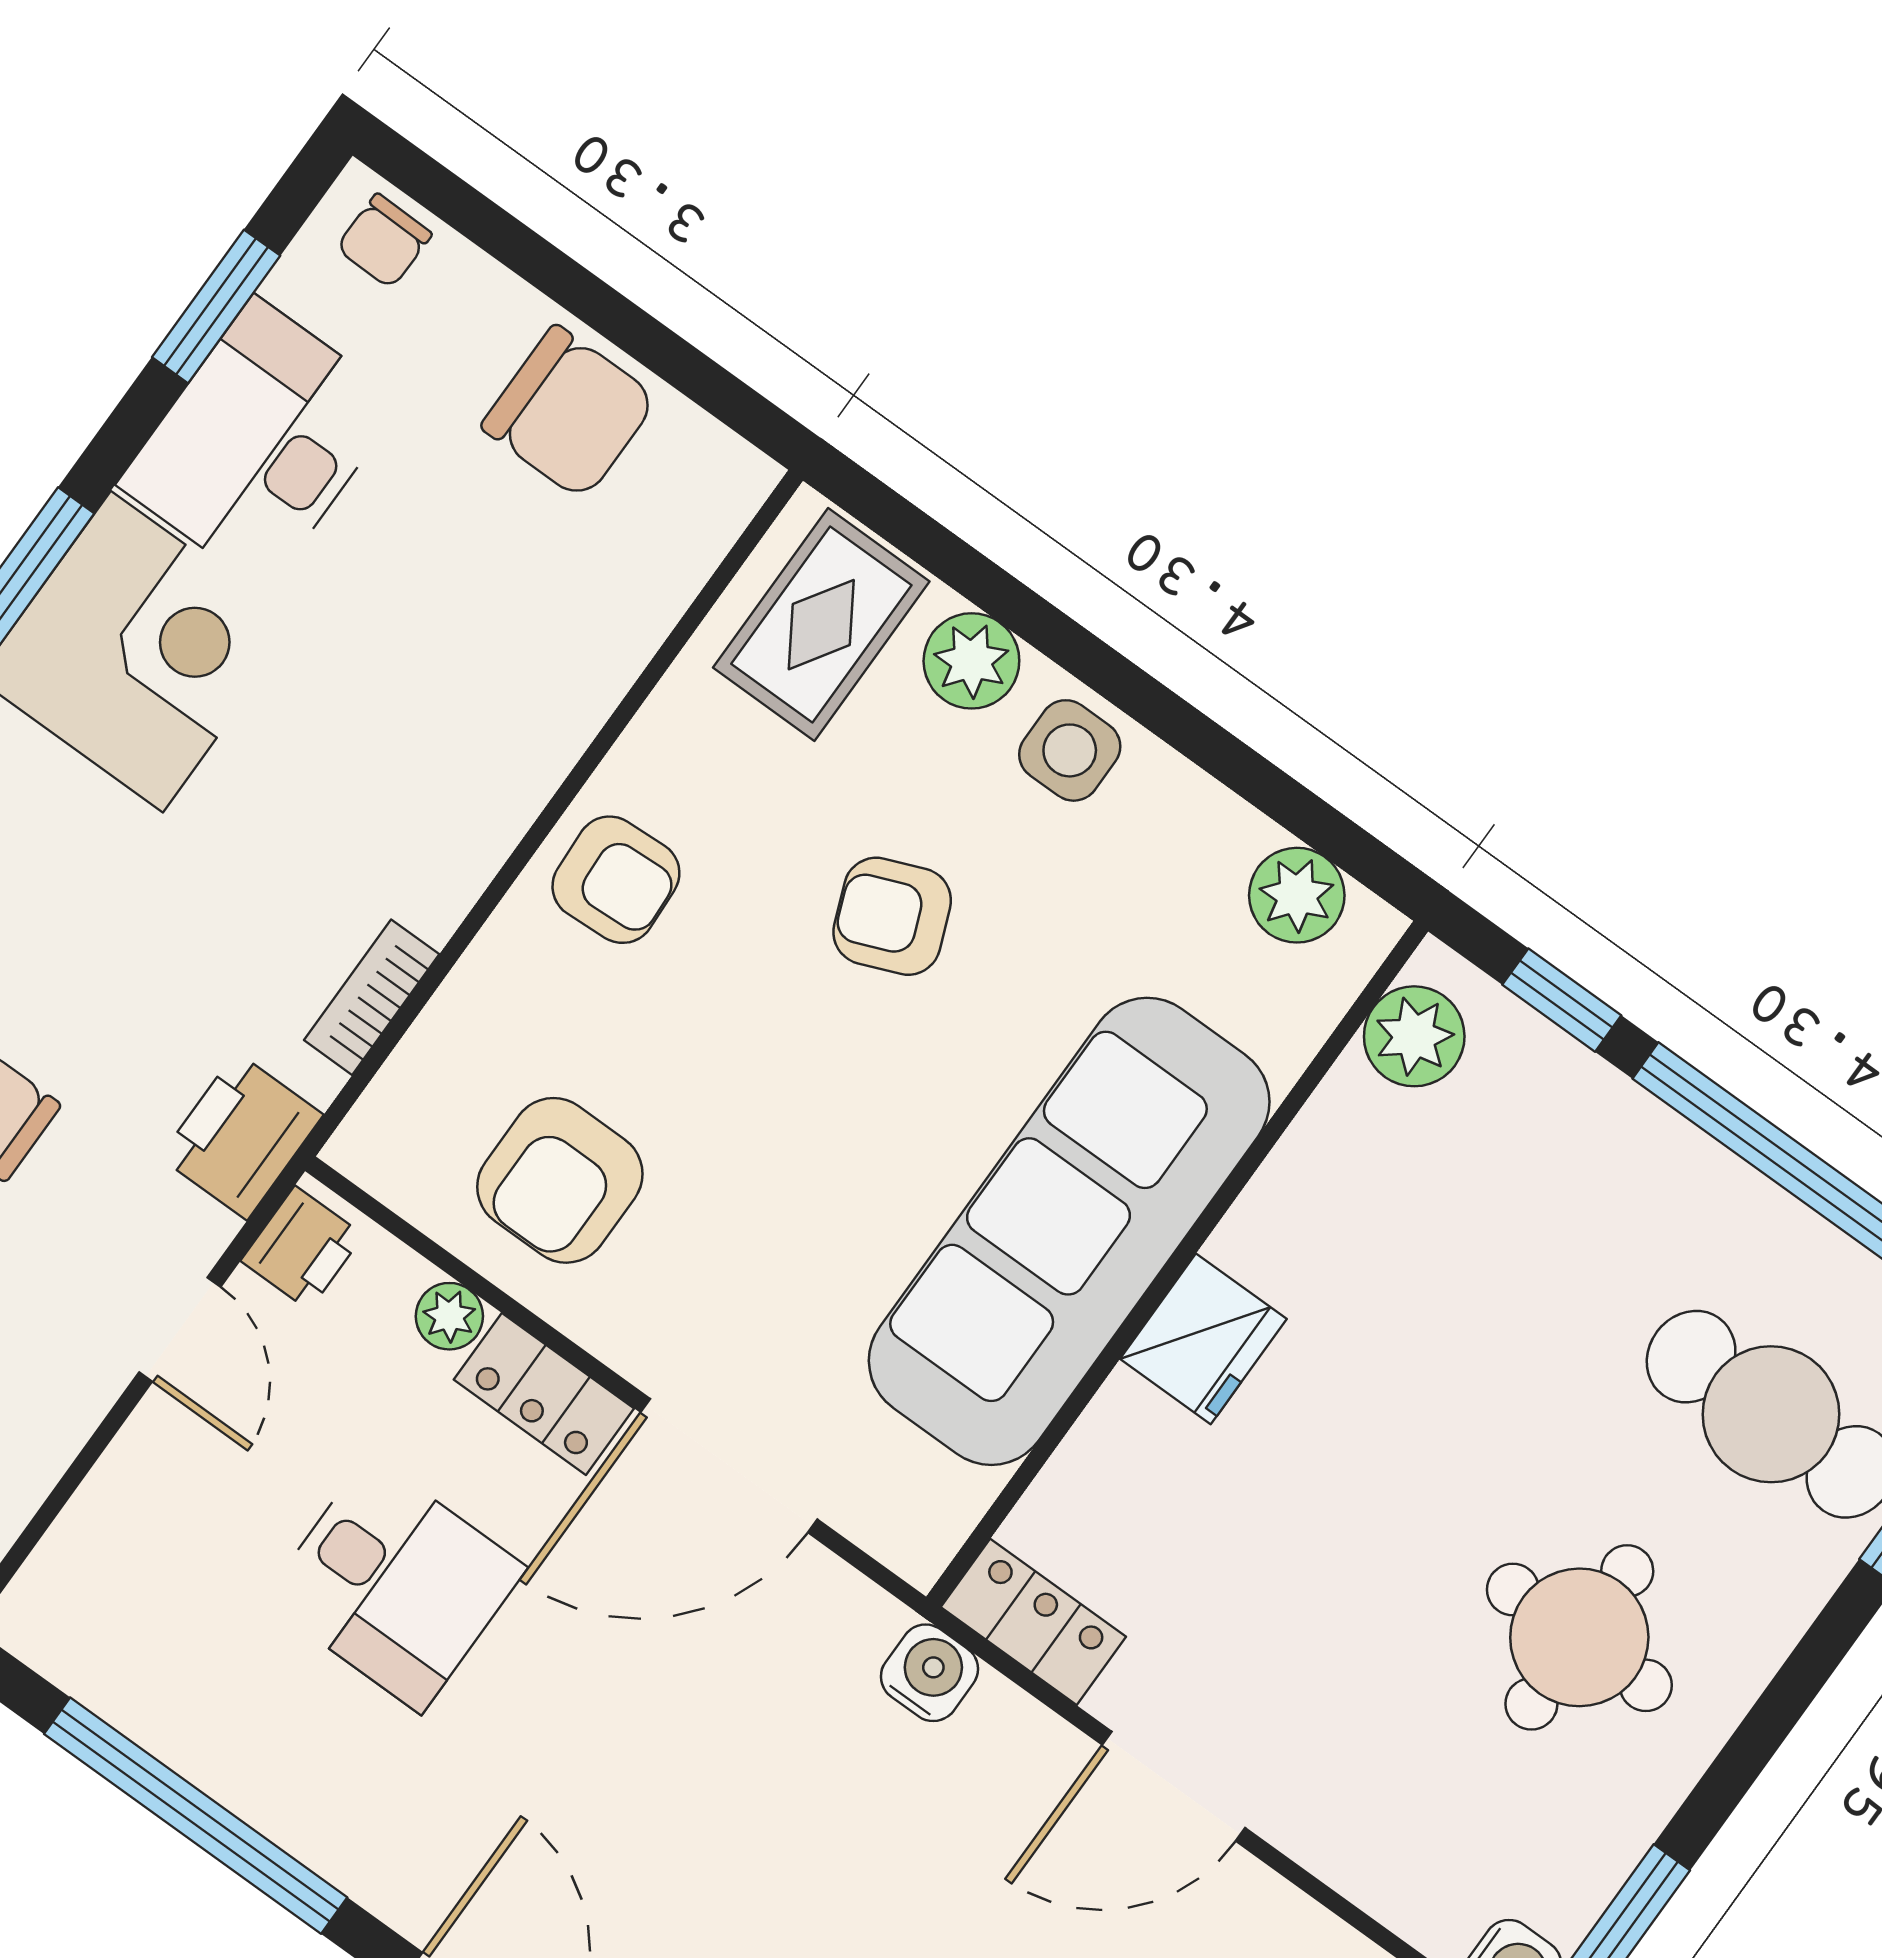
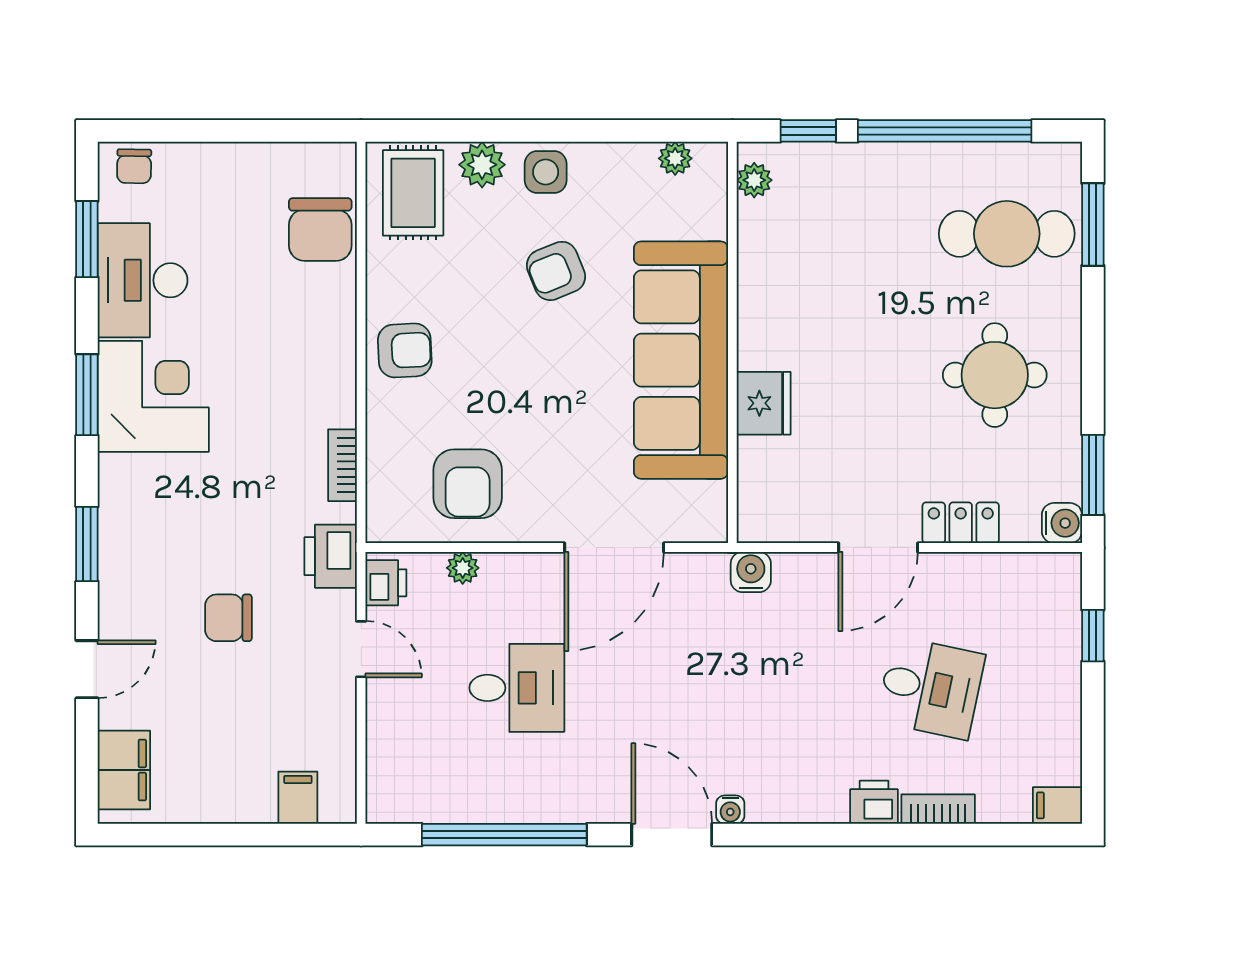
chair: (569, 413) -> (320, 229), moved, turned 90
plant: (1297, 895) -> (675, 158), width x0.73, depth x0.73
armchair: (892, 916) -> (556, 271), moved
plant: (1414, 1036) -> (754, 180), width x0.73, depth x0.73
fridge: (1203, 1339) -> (764, 403), moved
locker: (544, 1394) -> (522, 572), removed
locker: (1033, 1622) -> (961, 523), moved

